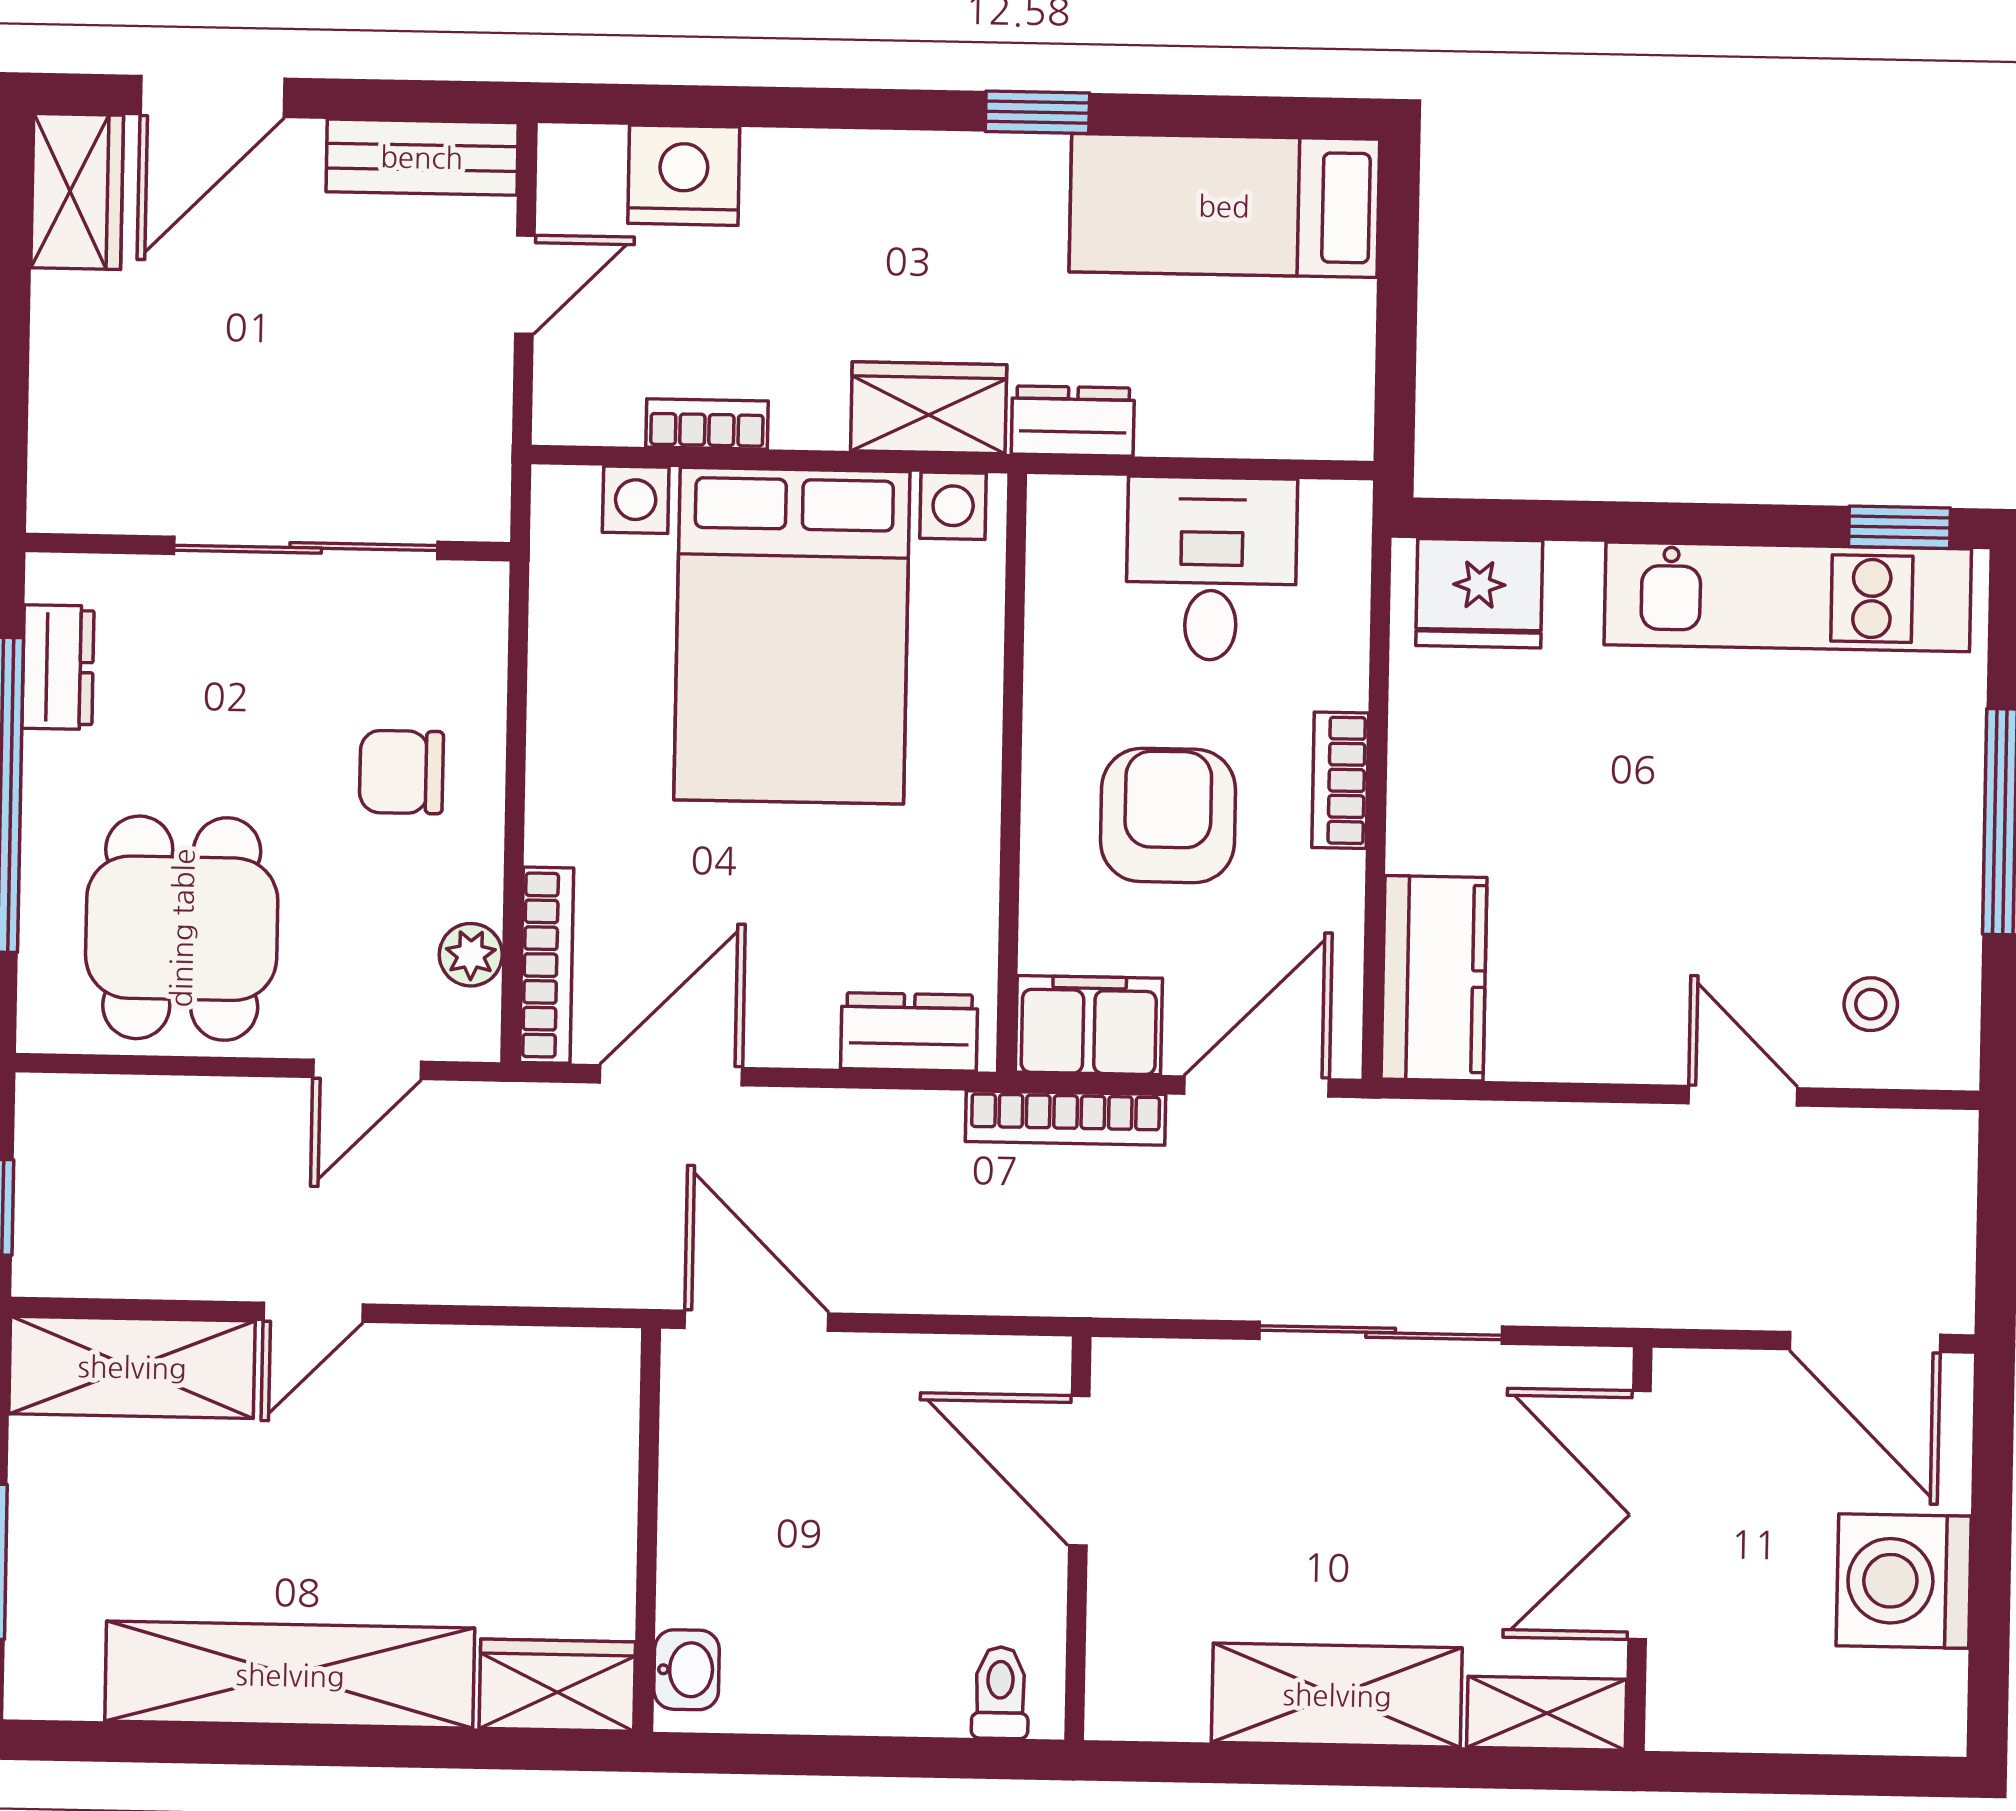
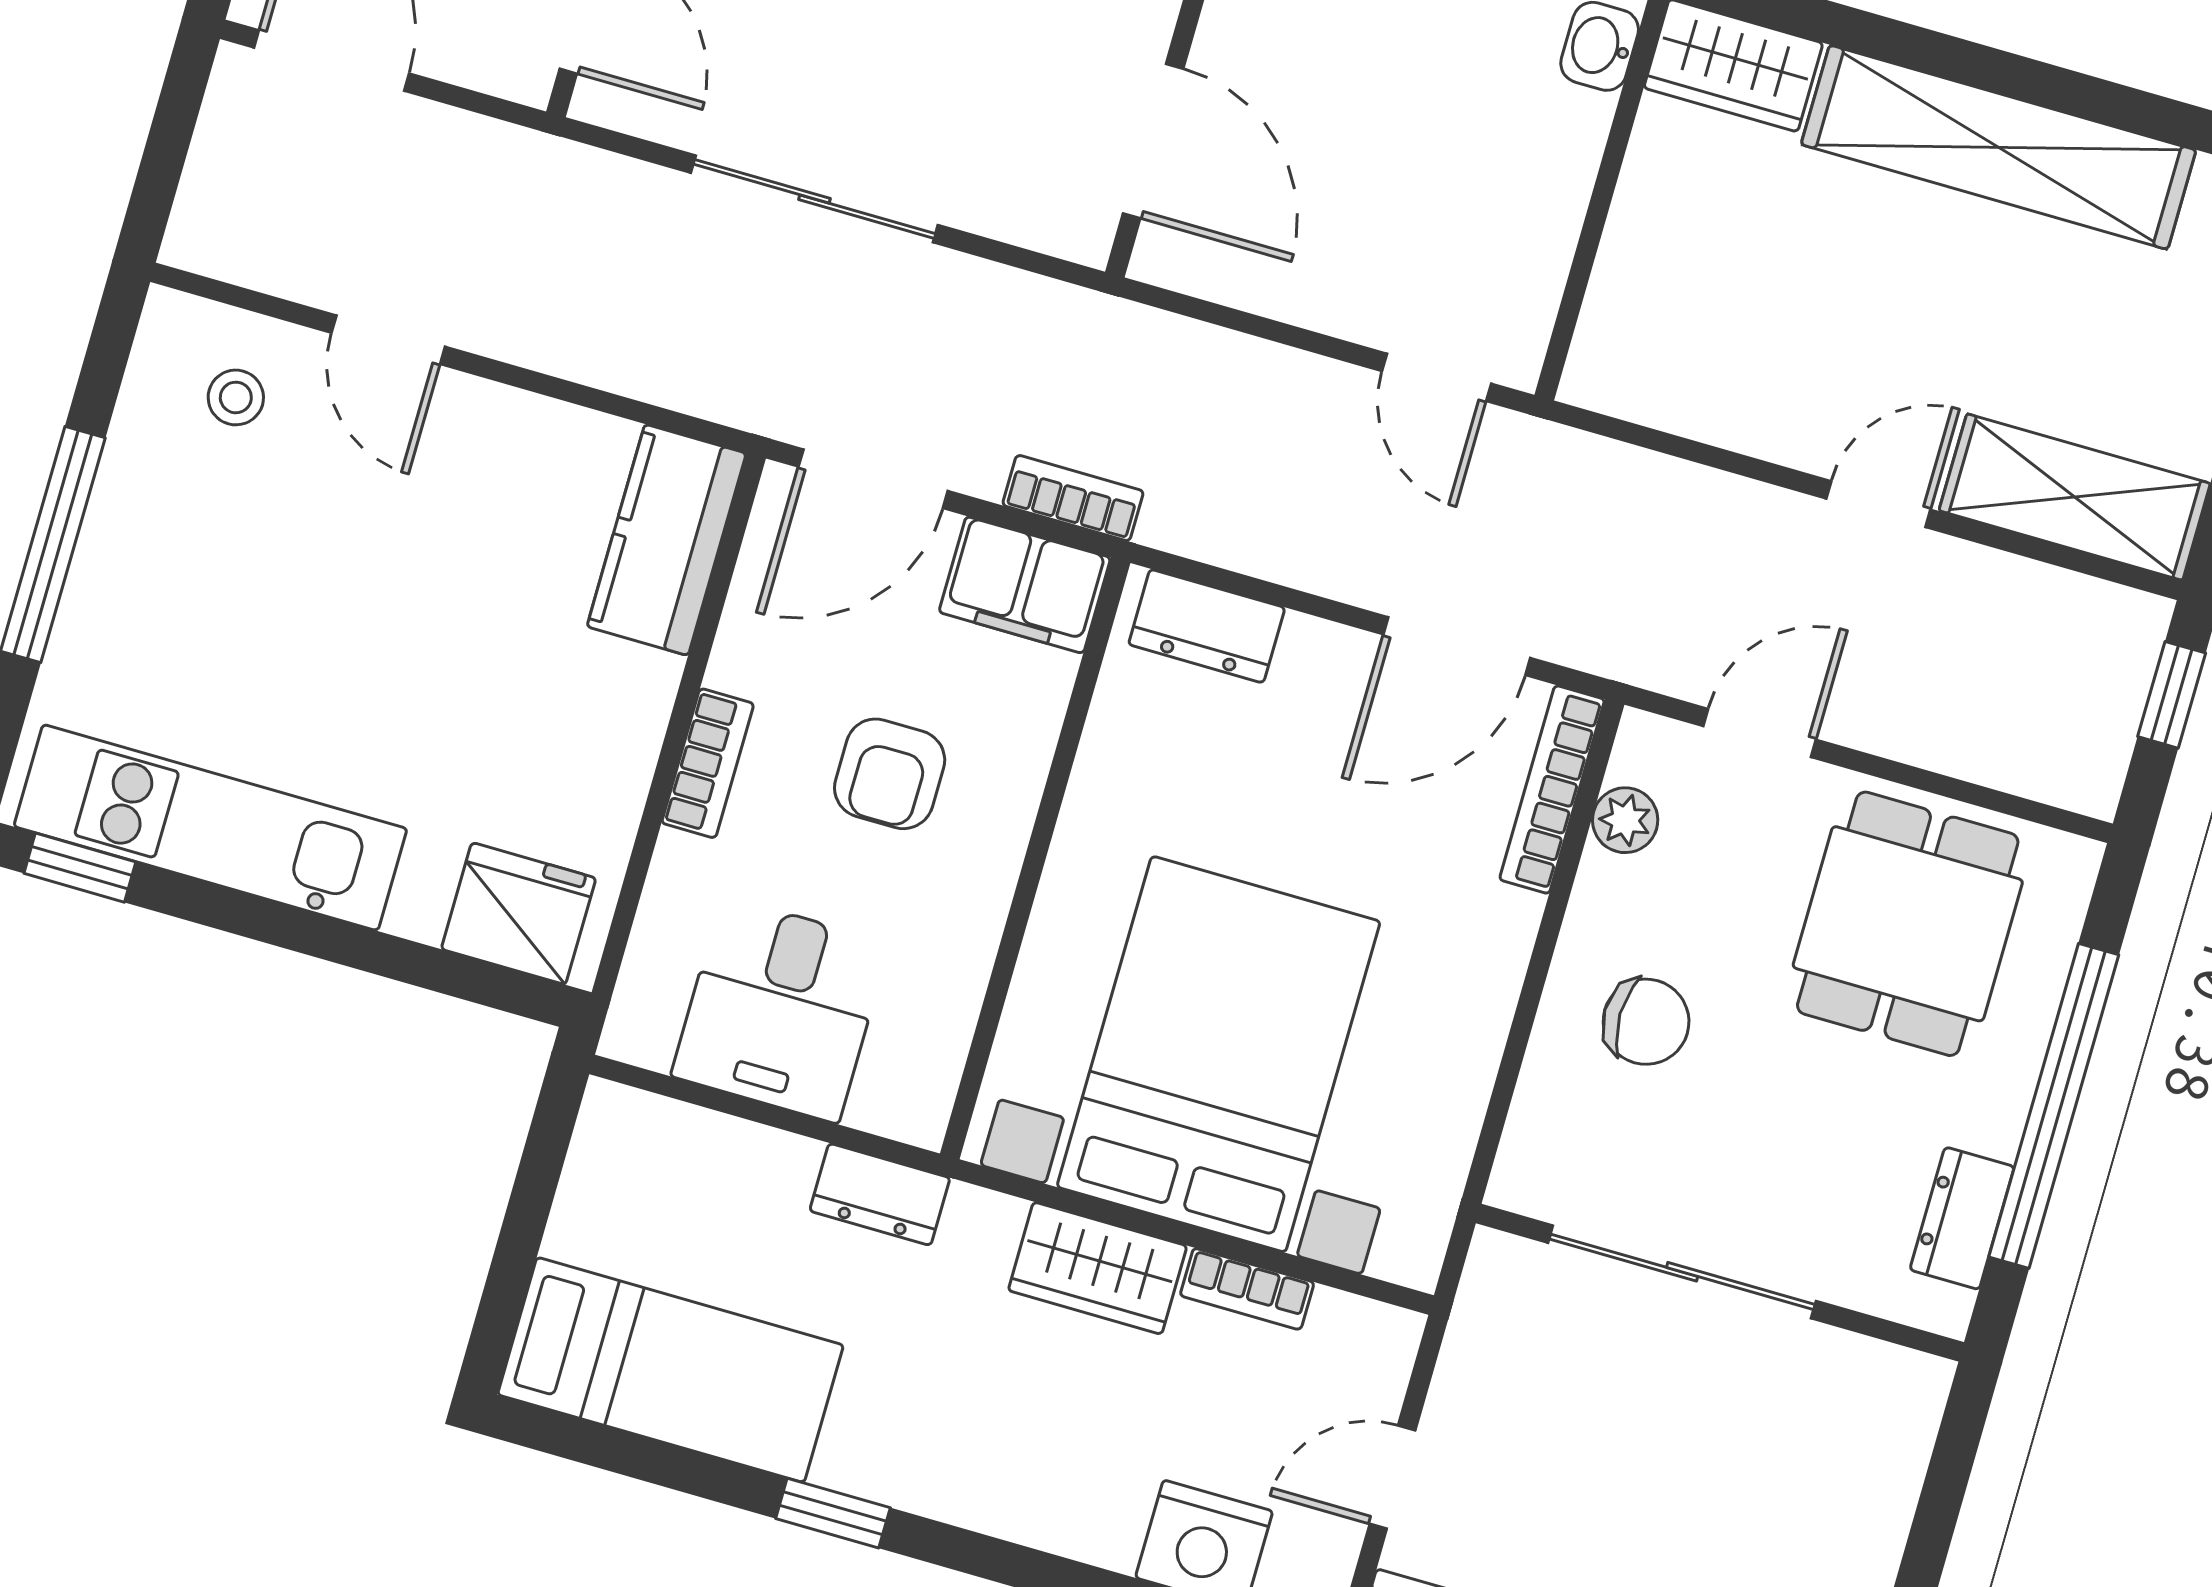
wardrobe: (929, 408) -> (1098, 1268), moved
armchair: (1168, 815) -> (890, 774), width x0.72, depth x0.72
bookcase: (1065, 1118) -> (1073, 498), width x0.64
door: (757, 1321) -> (1437, 377), width x0.73

